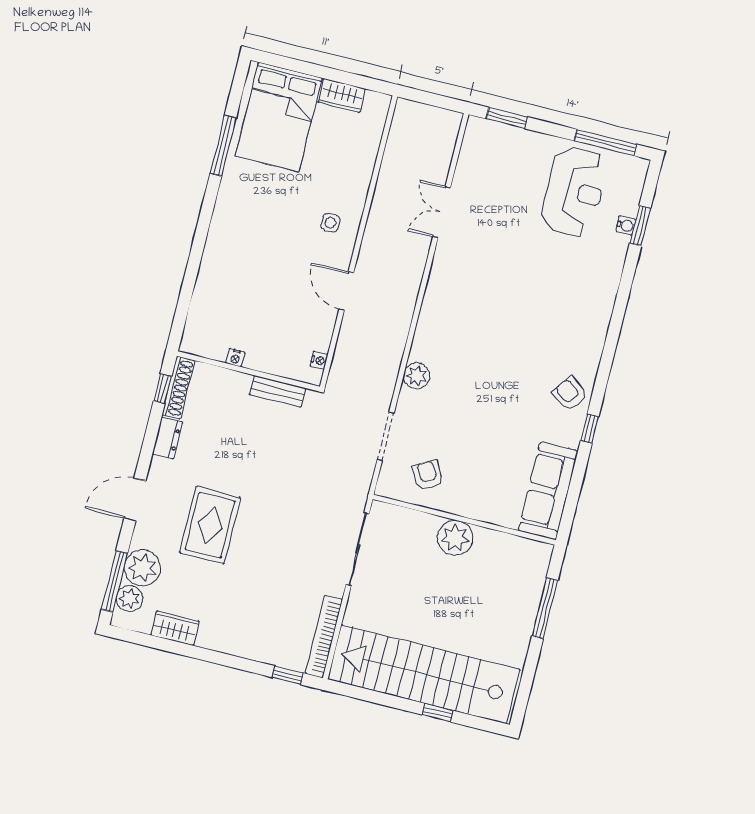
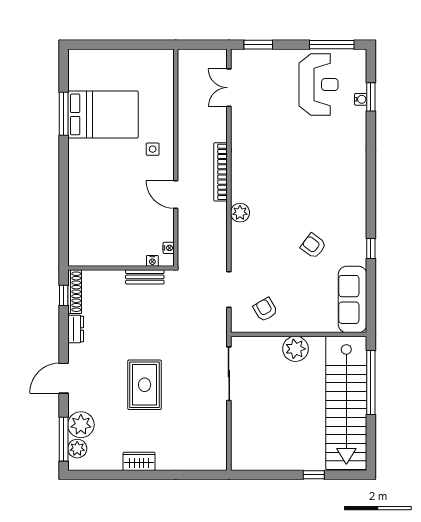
wardrobe: (342, 95) -> (138, 58), removed
bed: (279, 117) -> (103, 114), moved, turned -90
double door: (442, 212) -> (229, 88), moved
nightstand: (235, 358) -> (152, 261), moved
plant: (417, 376) -> (240, 213), moved
armchair: (570, 394) -> (313, 246), moved
rug: (210, 525) -> (145, 385), moved
window: (545, 608) -> (371, 382), width x1.46
wardrobe: (175, 628) -> (139, 461), moved
bookcase: (324, 637) -> (221, 172), moved
stairs: (424, 674) -> (346, 403), moved, turned -90
window: (288, 675) -> (202, 475), removed

